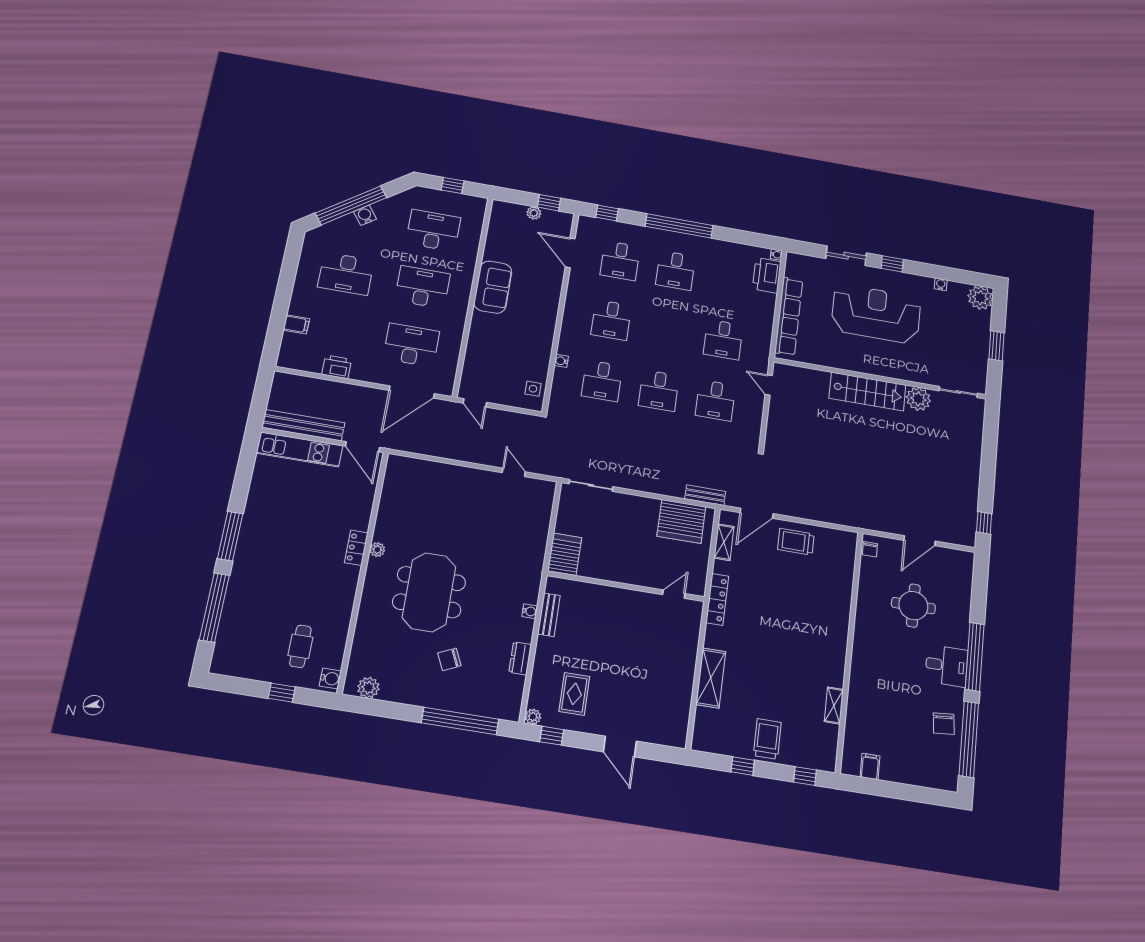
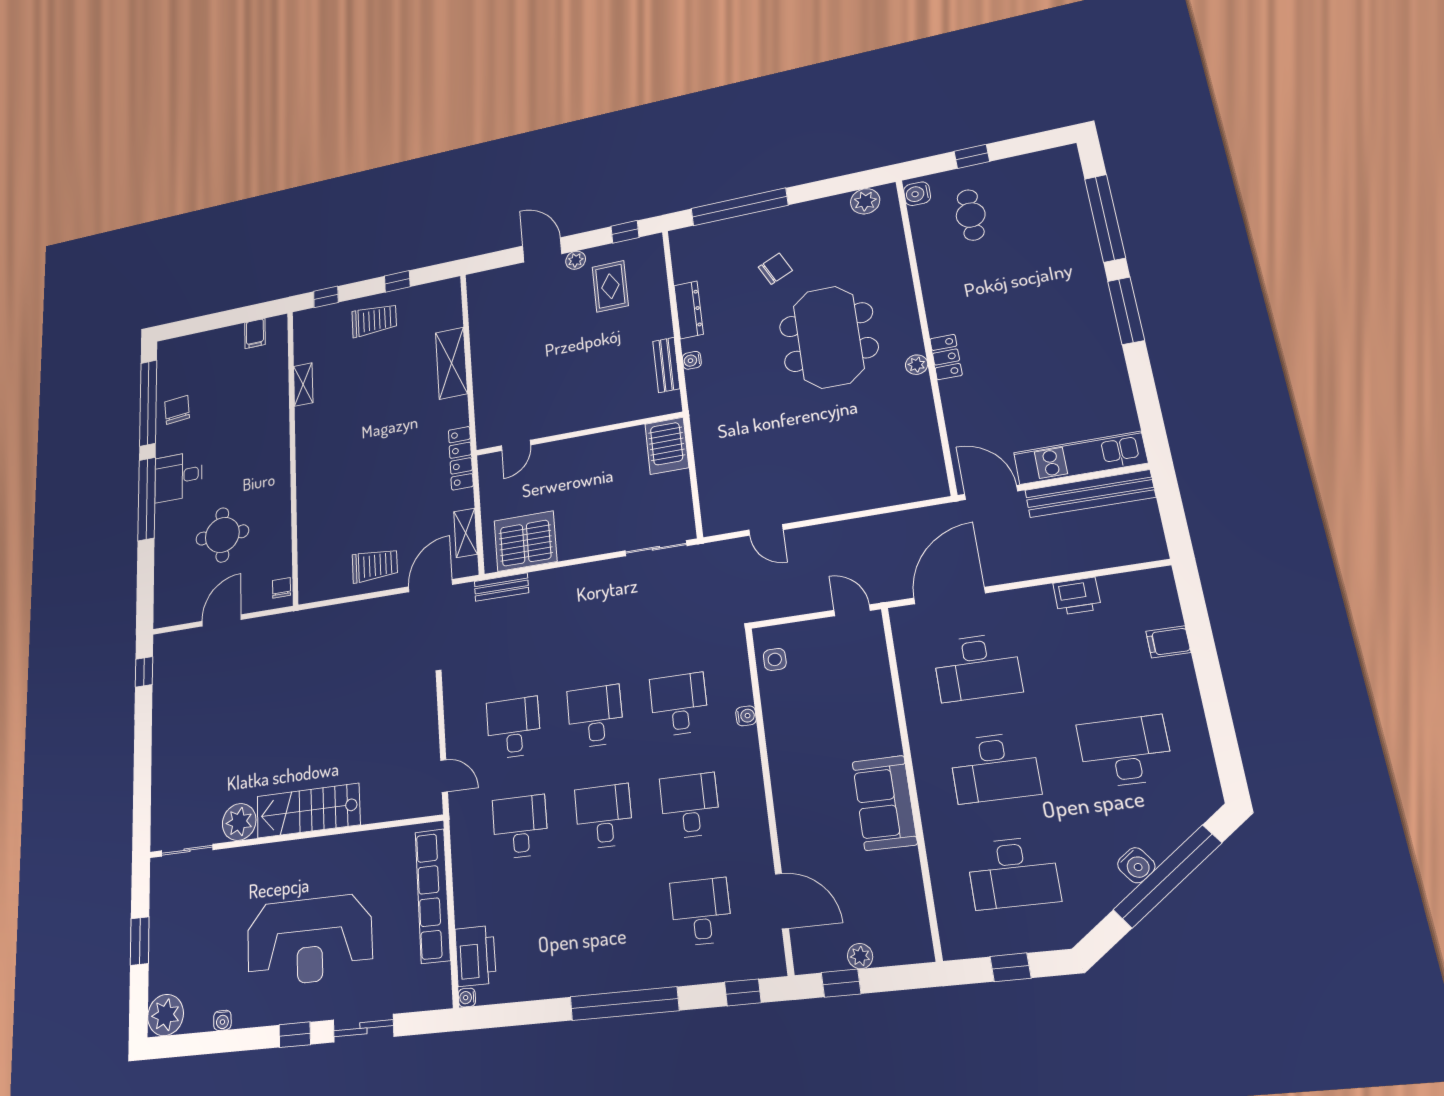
desk: (675, 270) -> (604, 816), moved
dresser: (520, 658) -> (689, 310), width x1.44
plant: (533, 717) -> (576, 260), moved
trolley: (767, 739) -> (374, 320), turned -90

